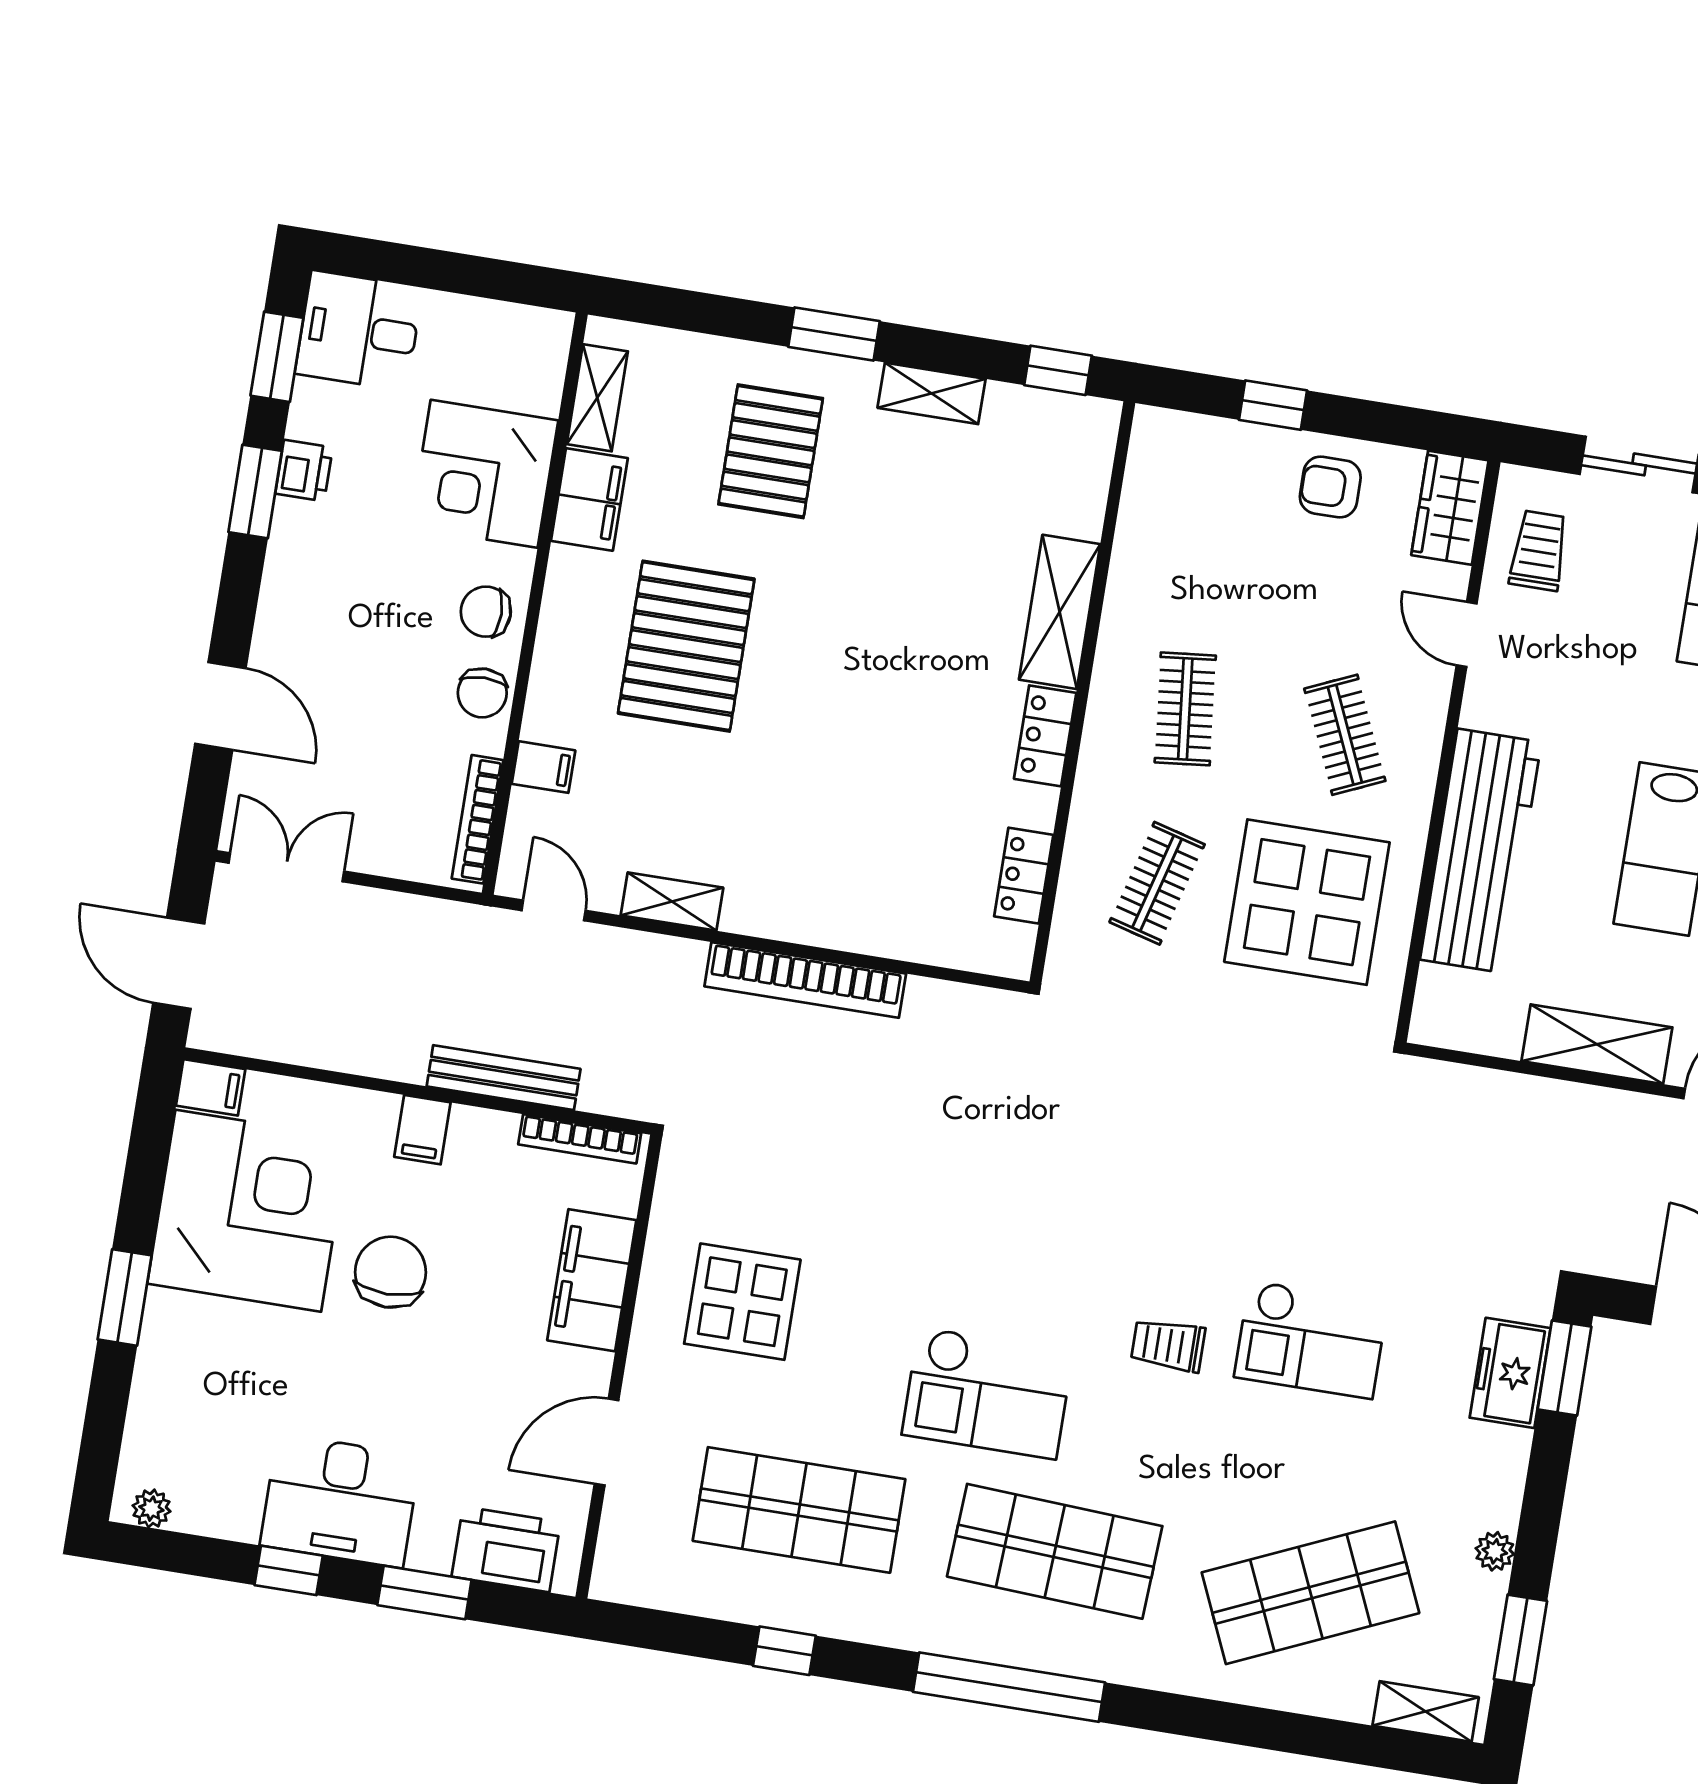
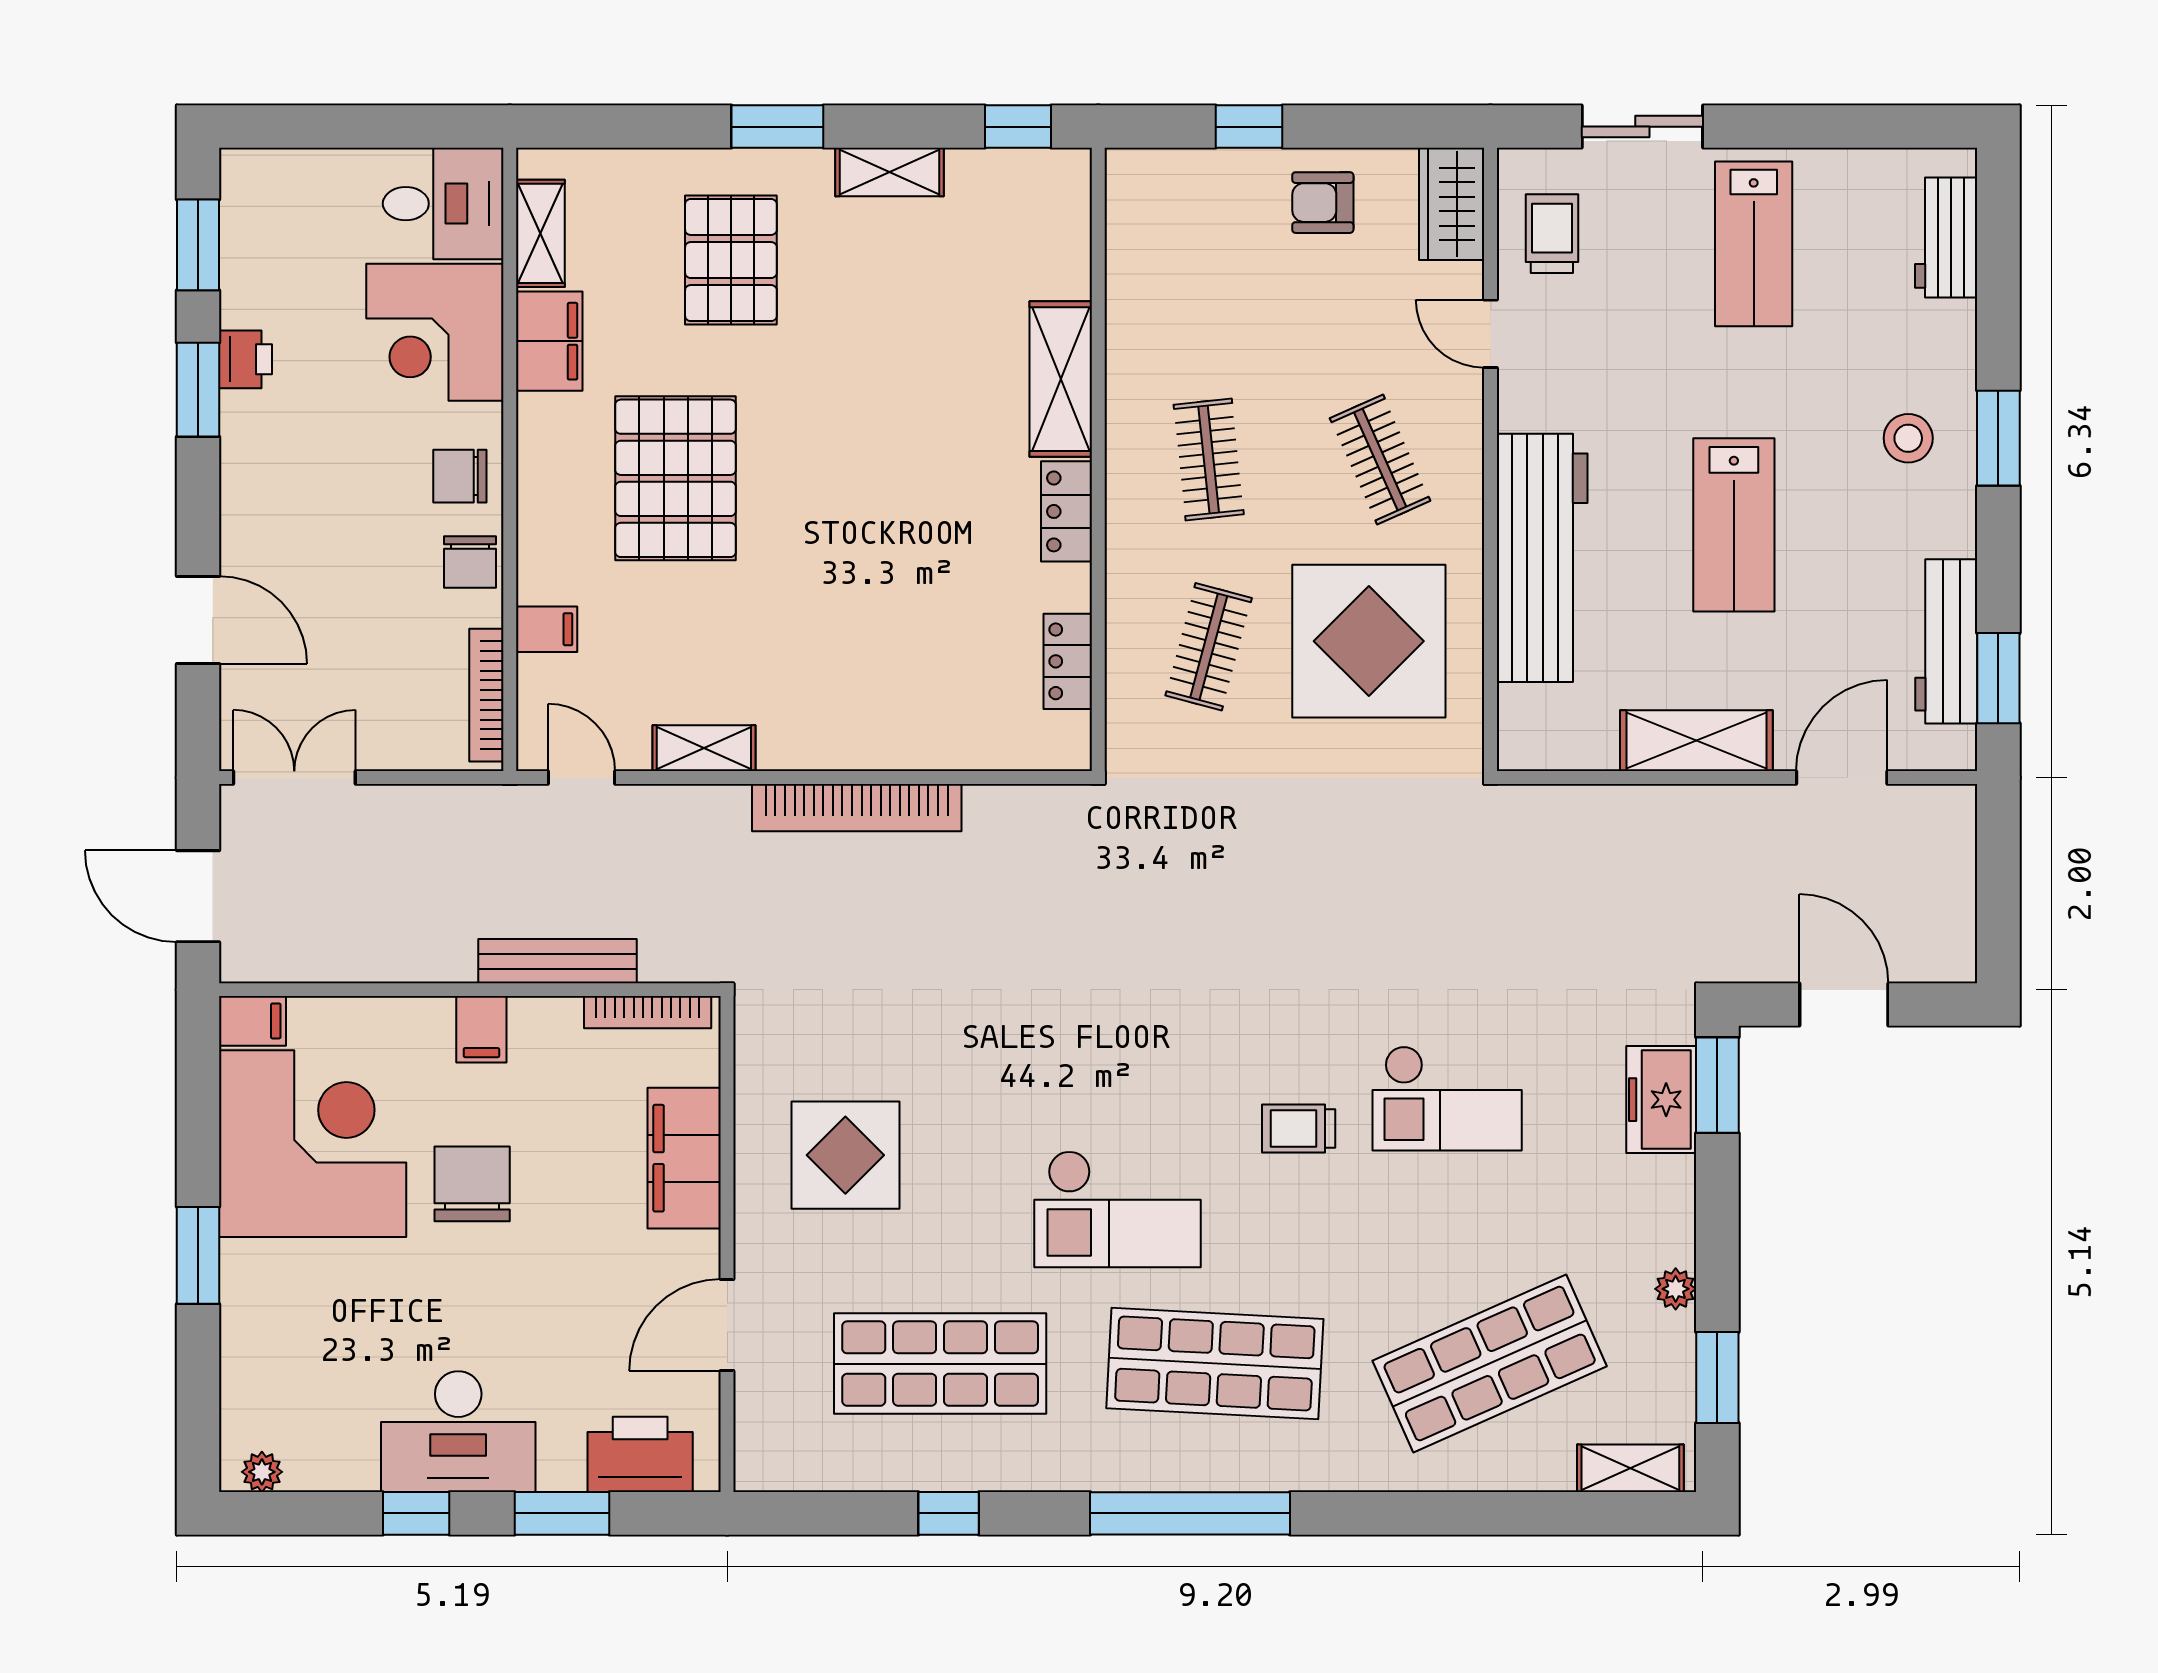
desk: (359, 331) -> (443, 204), moved, turned 180

